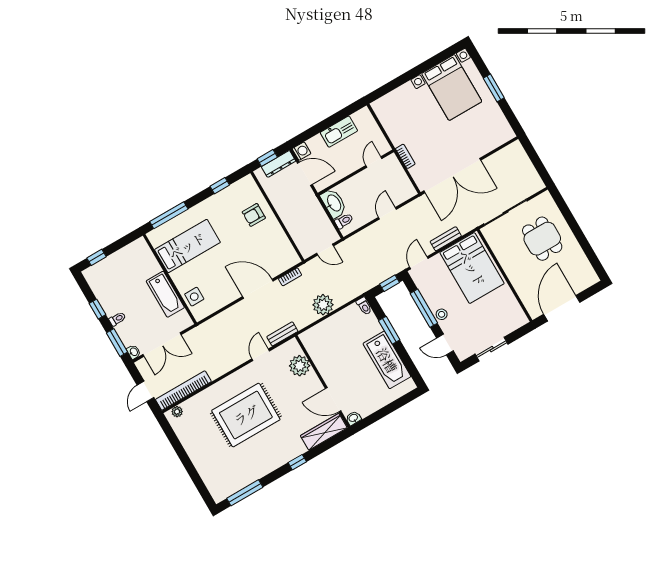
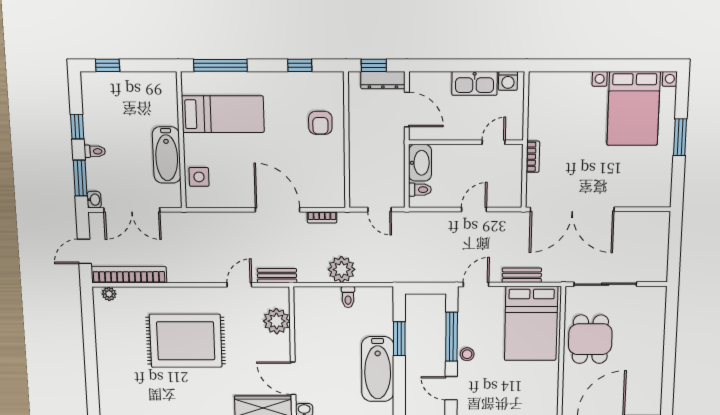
washing machine: (302, 151) -> (508, 81), moved, turned 90
armchair: (254, 215) -> (320, 123), turned -90
dining table: (542, 239) -> (590, 339), moved
window: (389, 283) -> (430, 288), removed
toilet: (364, 306) -> (348, 297), moved

